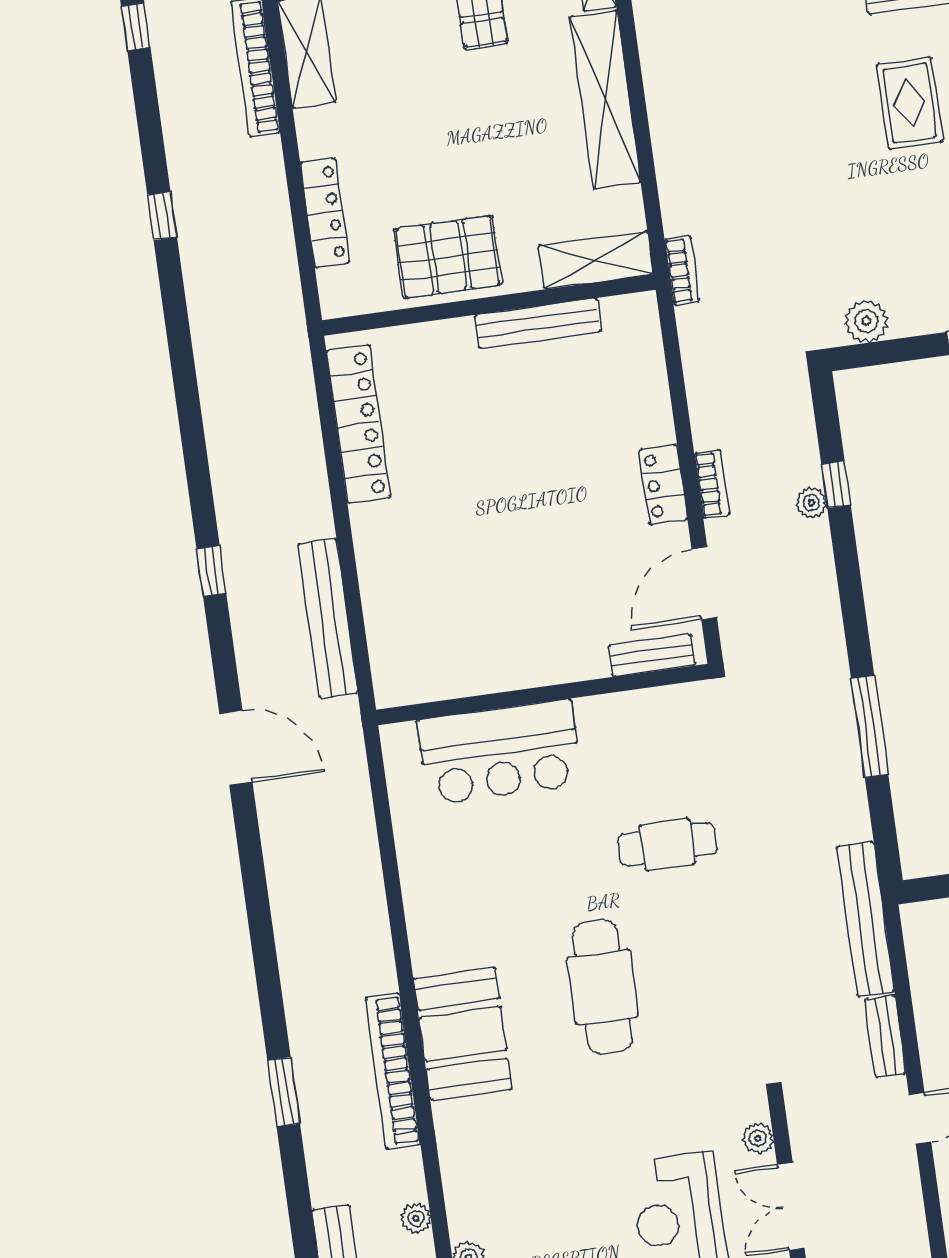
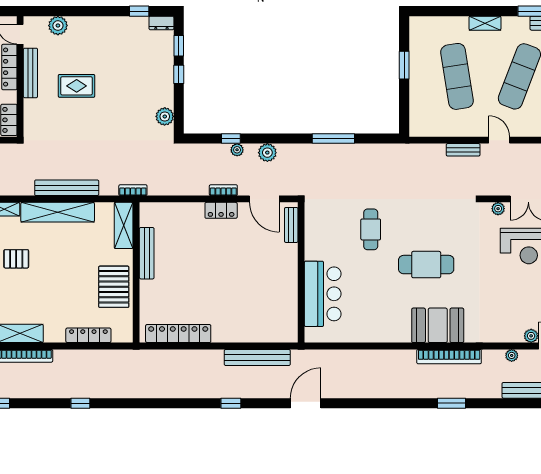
plant: (815, 575) -> (267, 153), added
bench: (865, 919) -> (67, 188), moved

